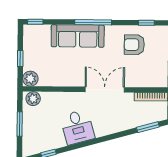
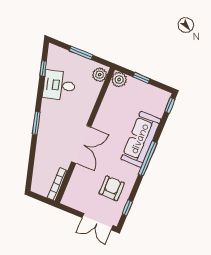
desk: (77, 127) -> (59, 85), moved
window: (148, 127) -> (36, 123), moved

